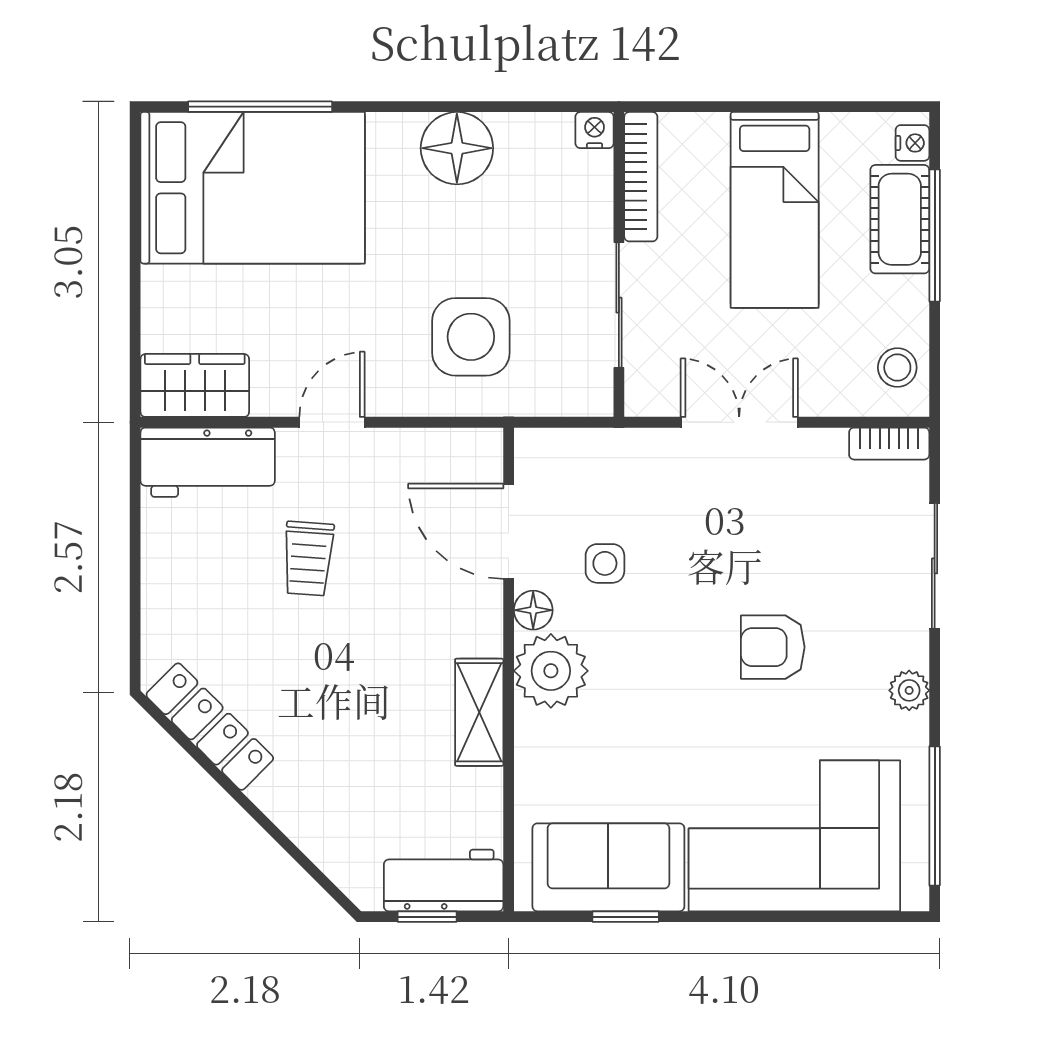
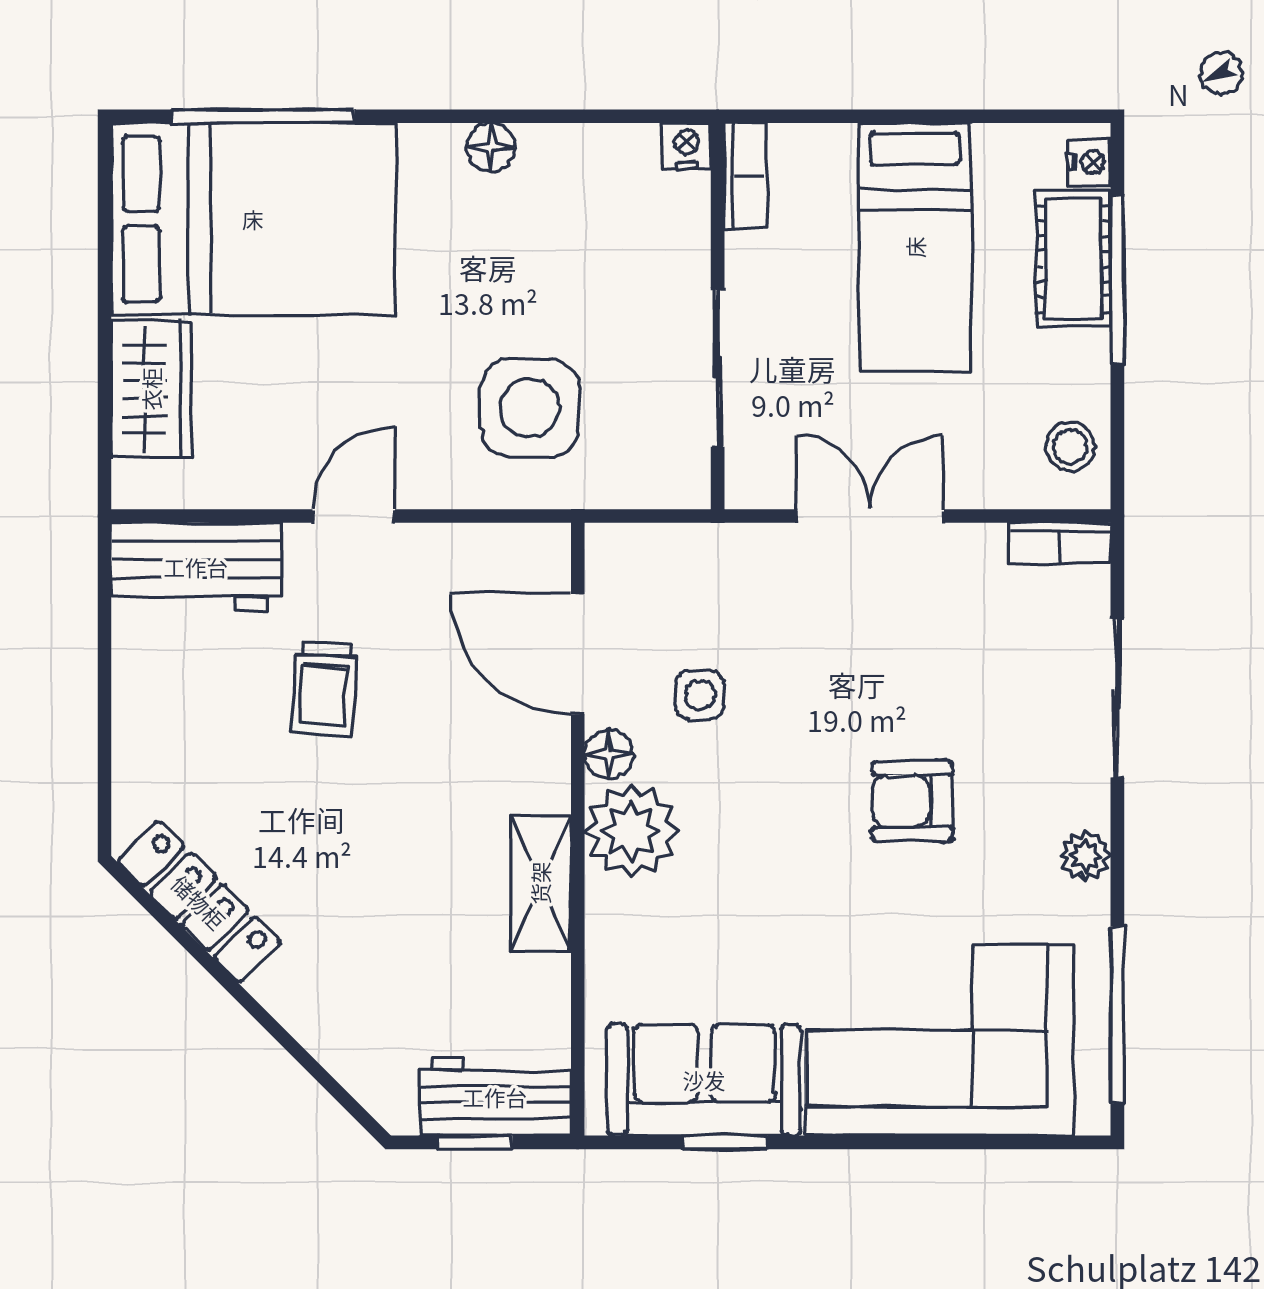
floor lamp: (457, 148) -> (491, 147), width x0.53, depth x0.53
bookcase: (641, 177) -> (745, 175), width x0.64
wardrobe: (195, 385) -> (151, 389), moved, turned 90

